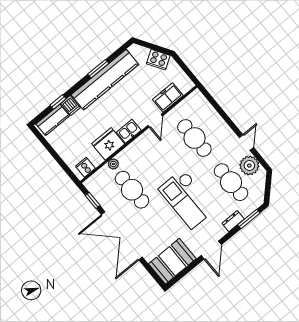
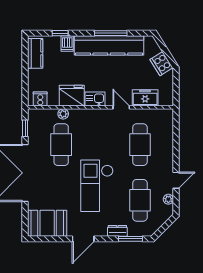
window: (98, 69) -> (111, 33), width x1.44
kitchen counter: (53, 120) -> (35, 53), moved, turned -90
door: (155, 121) -> (121, 107), swing flipped
plant: (249, 166) -> (168, 199), width x0.53, depth x0.53

